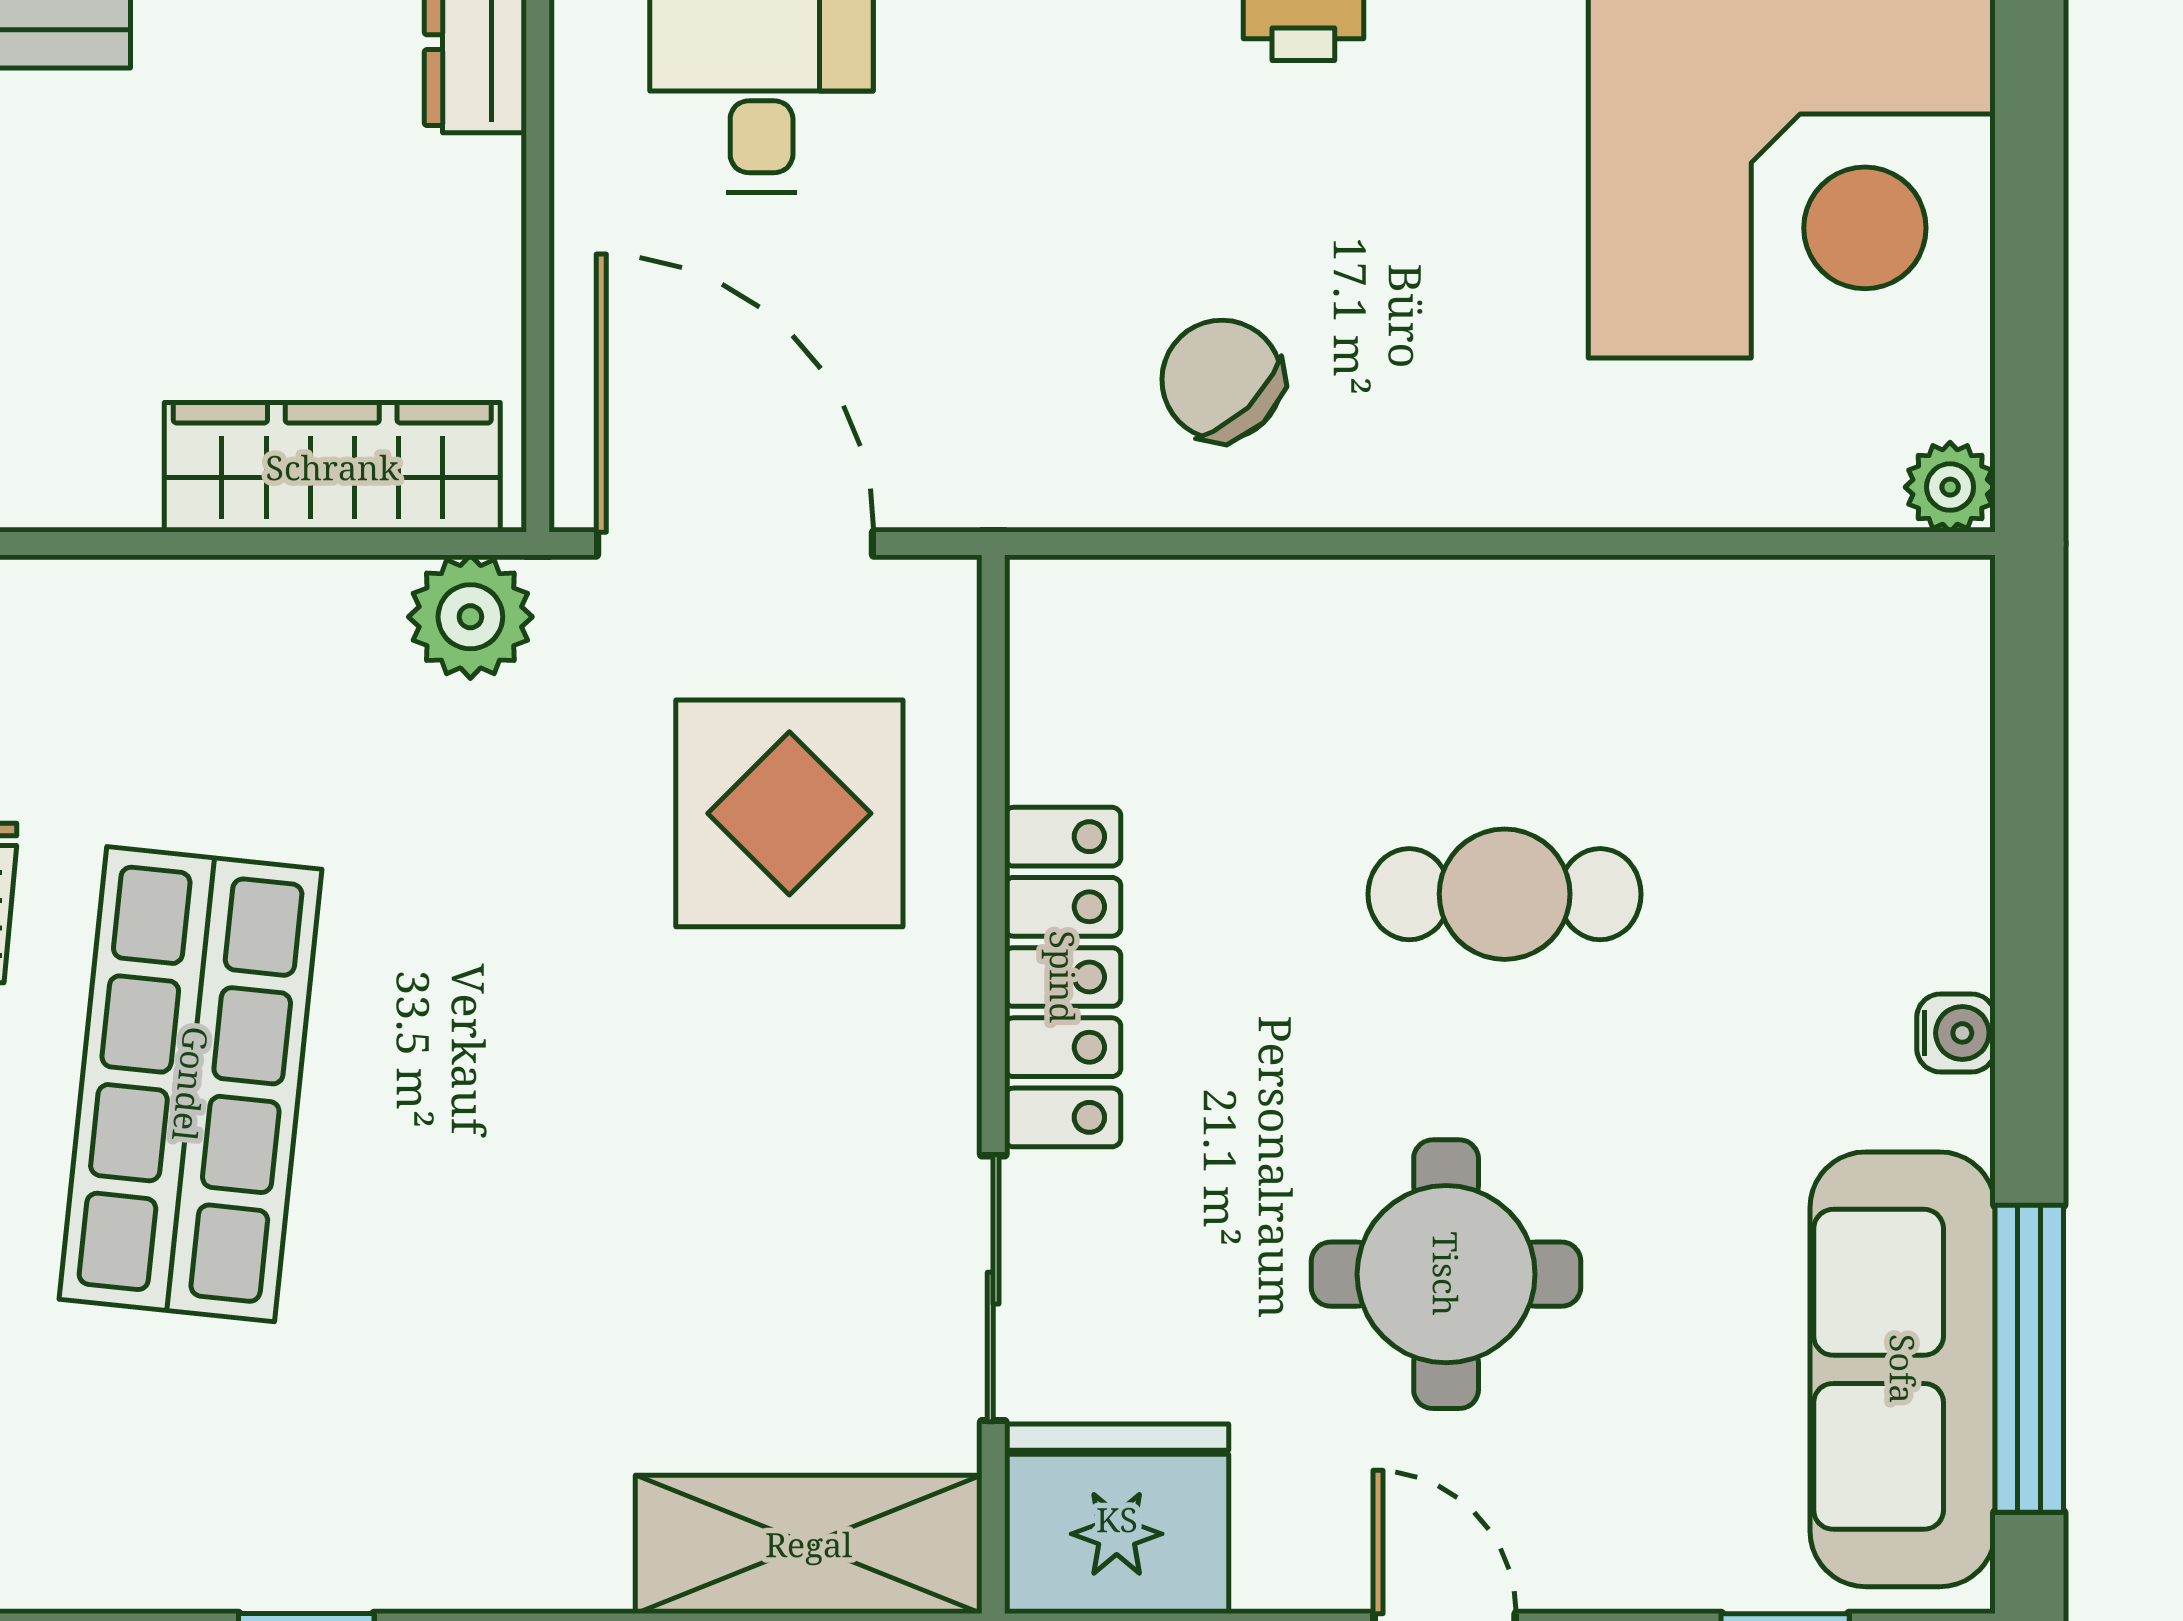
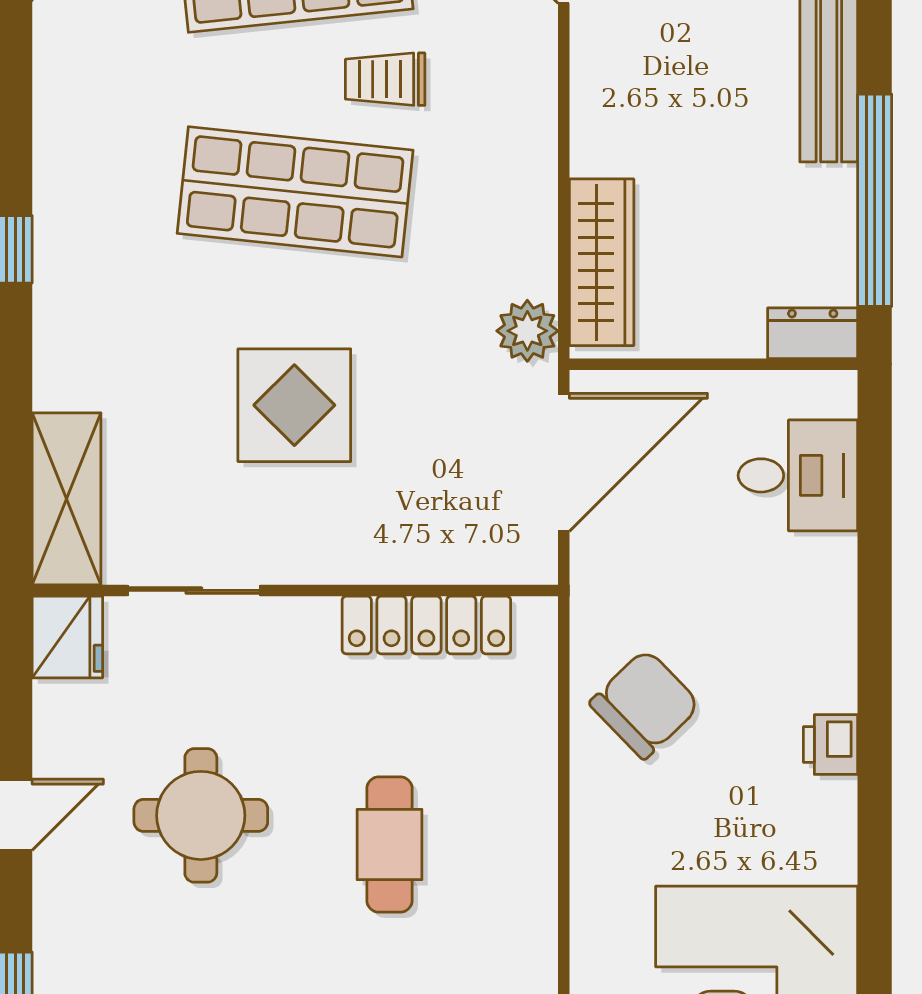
chair: (1222, 380) -> (645, 704), width x1.37, depth x1.37
display table: (789, 813) -> (294, 405), moved
locker: (1063, 977) -> (426, 625), moved
fridge: (1117, 1519) -> (67, 637), width x0.73, depth x0.75

